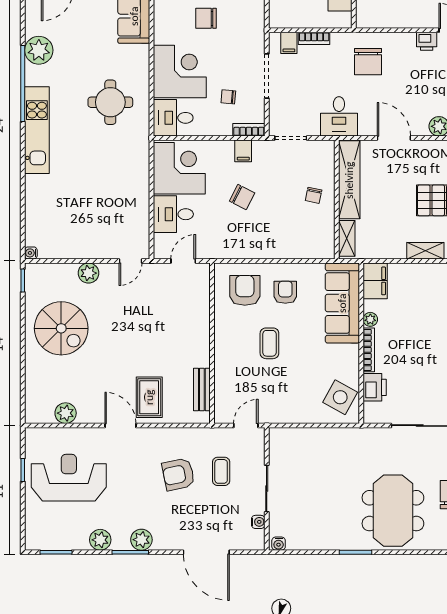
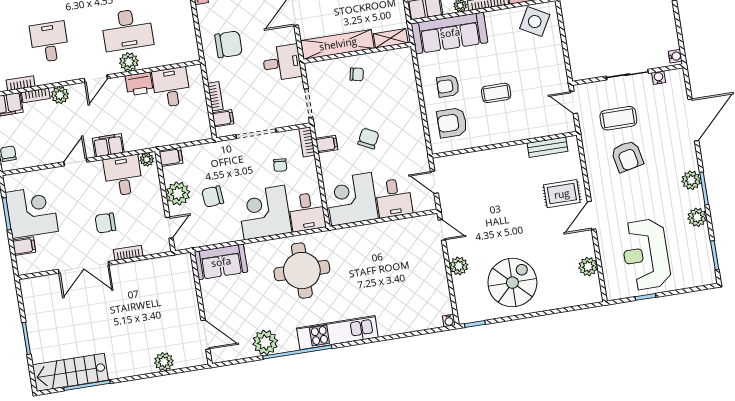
chair: (206, 18) -> (213, 197), turned 85
round table: (110, 102) -> (302, 271), width x1.36, depth x1.36
coffee table: (221, 471) -> (618, 118), width x1.36, depth x1.30

